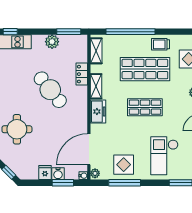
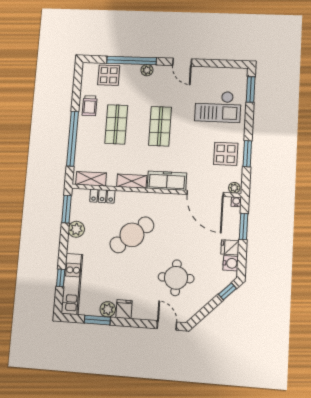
shop shelf: (145, 69) -> (116, 124), width x0.70, depth x0.74
locker: (82, 74) -> (102, 196), moved
freezer: (98, 112) -> (167, 181), width x1.40
water cooler: (58, 174) -> (231, 263), moved
window: (125, 183) -> (247, 154), width x0.69

